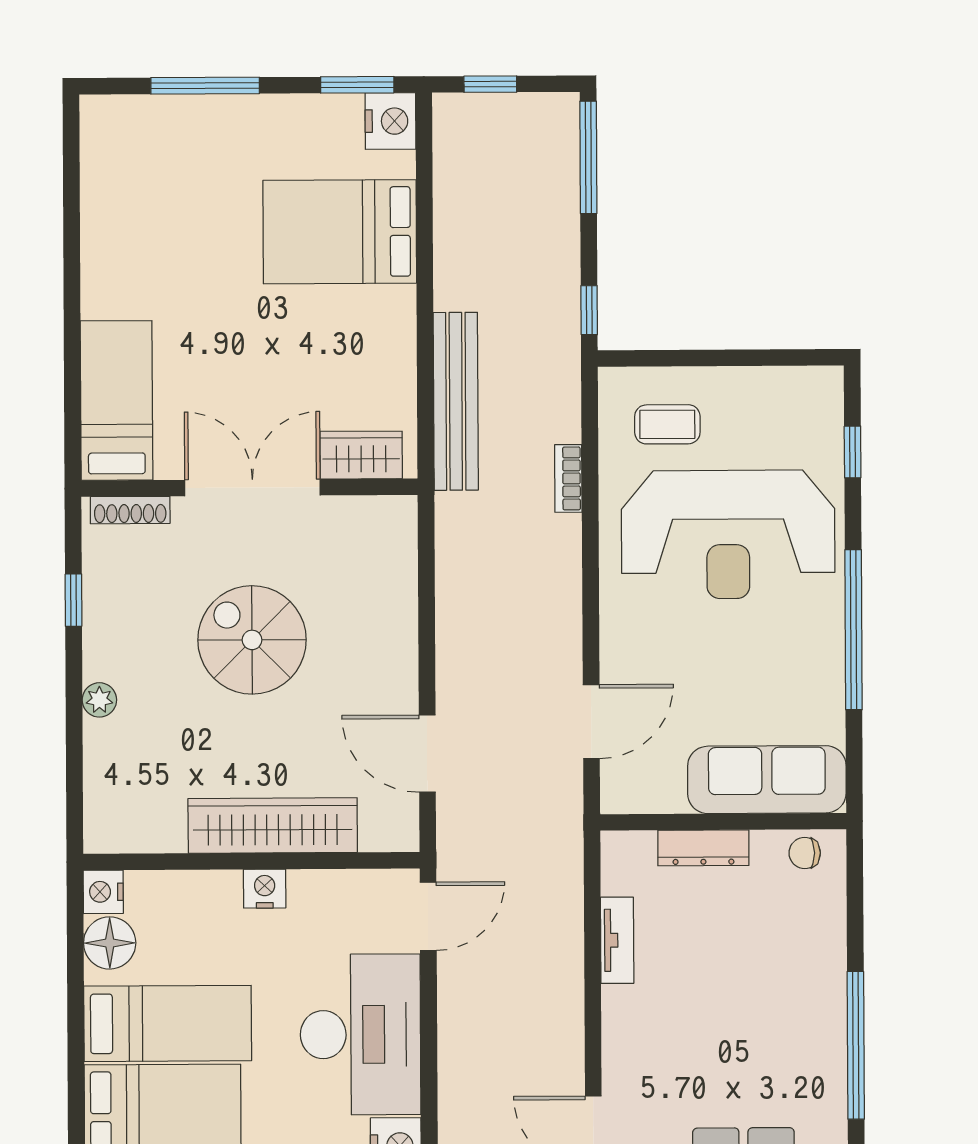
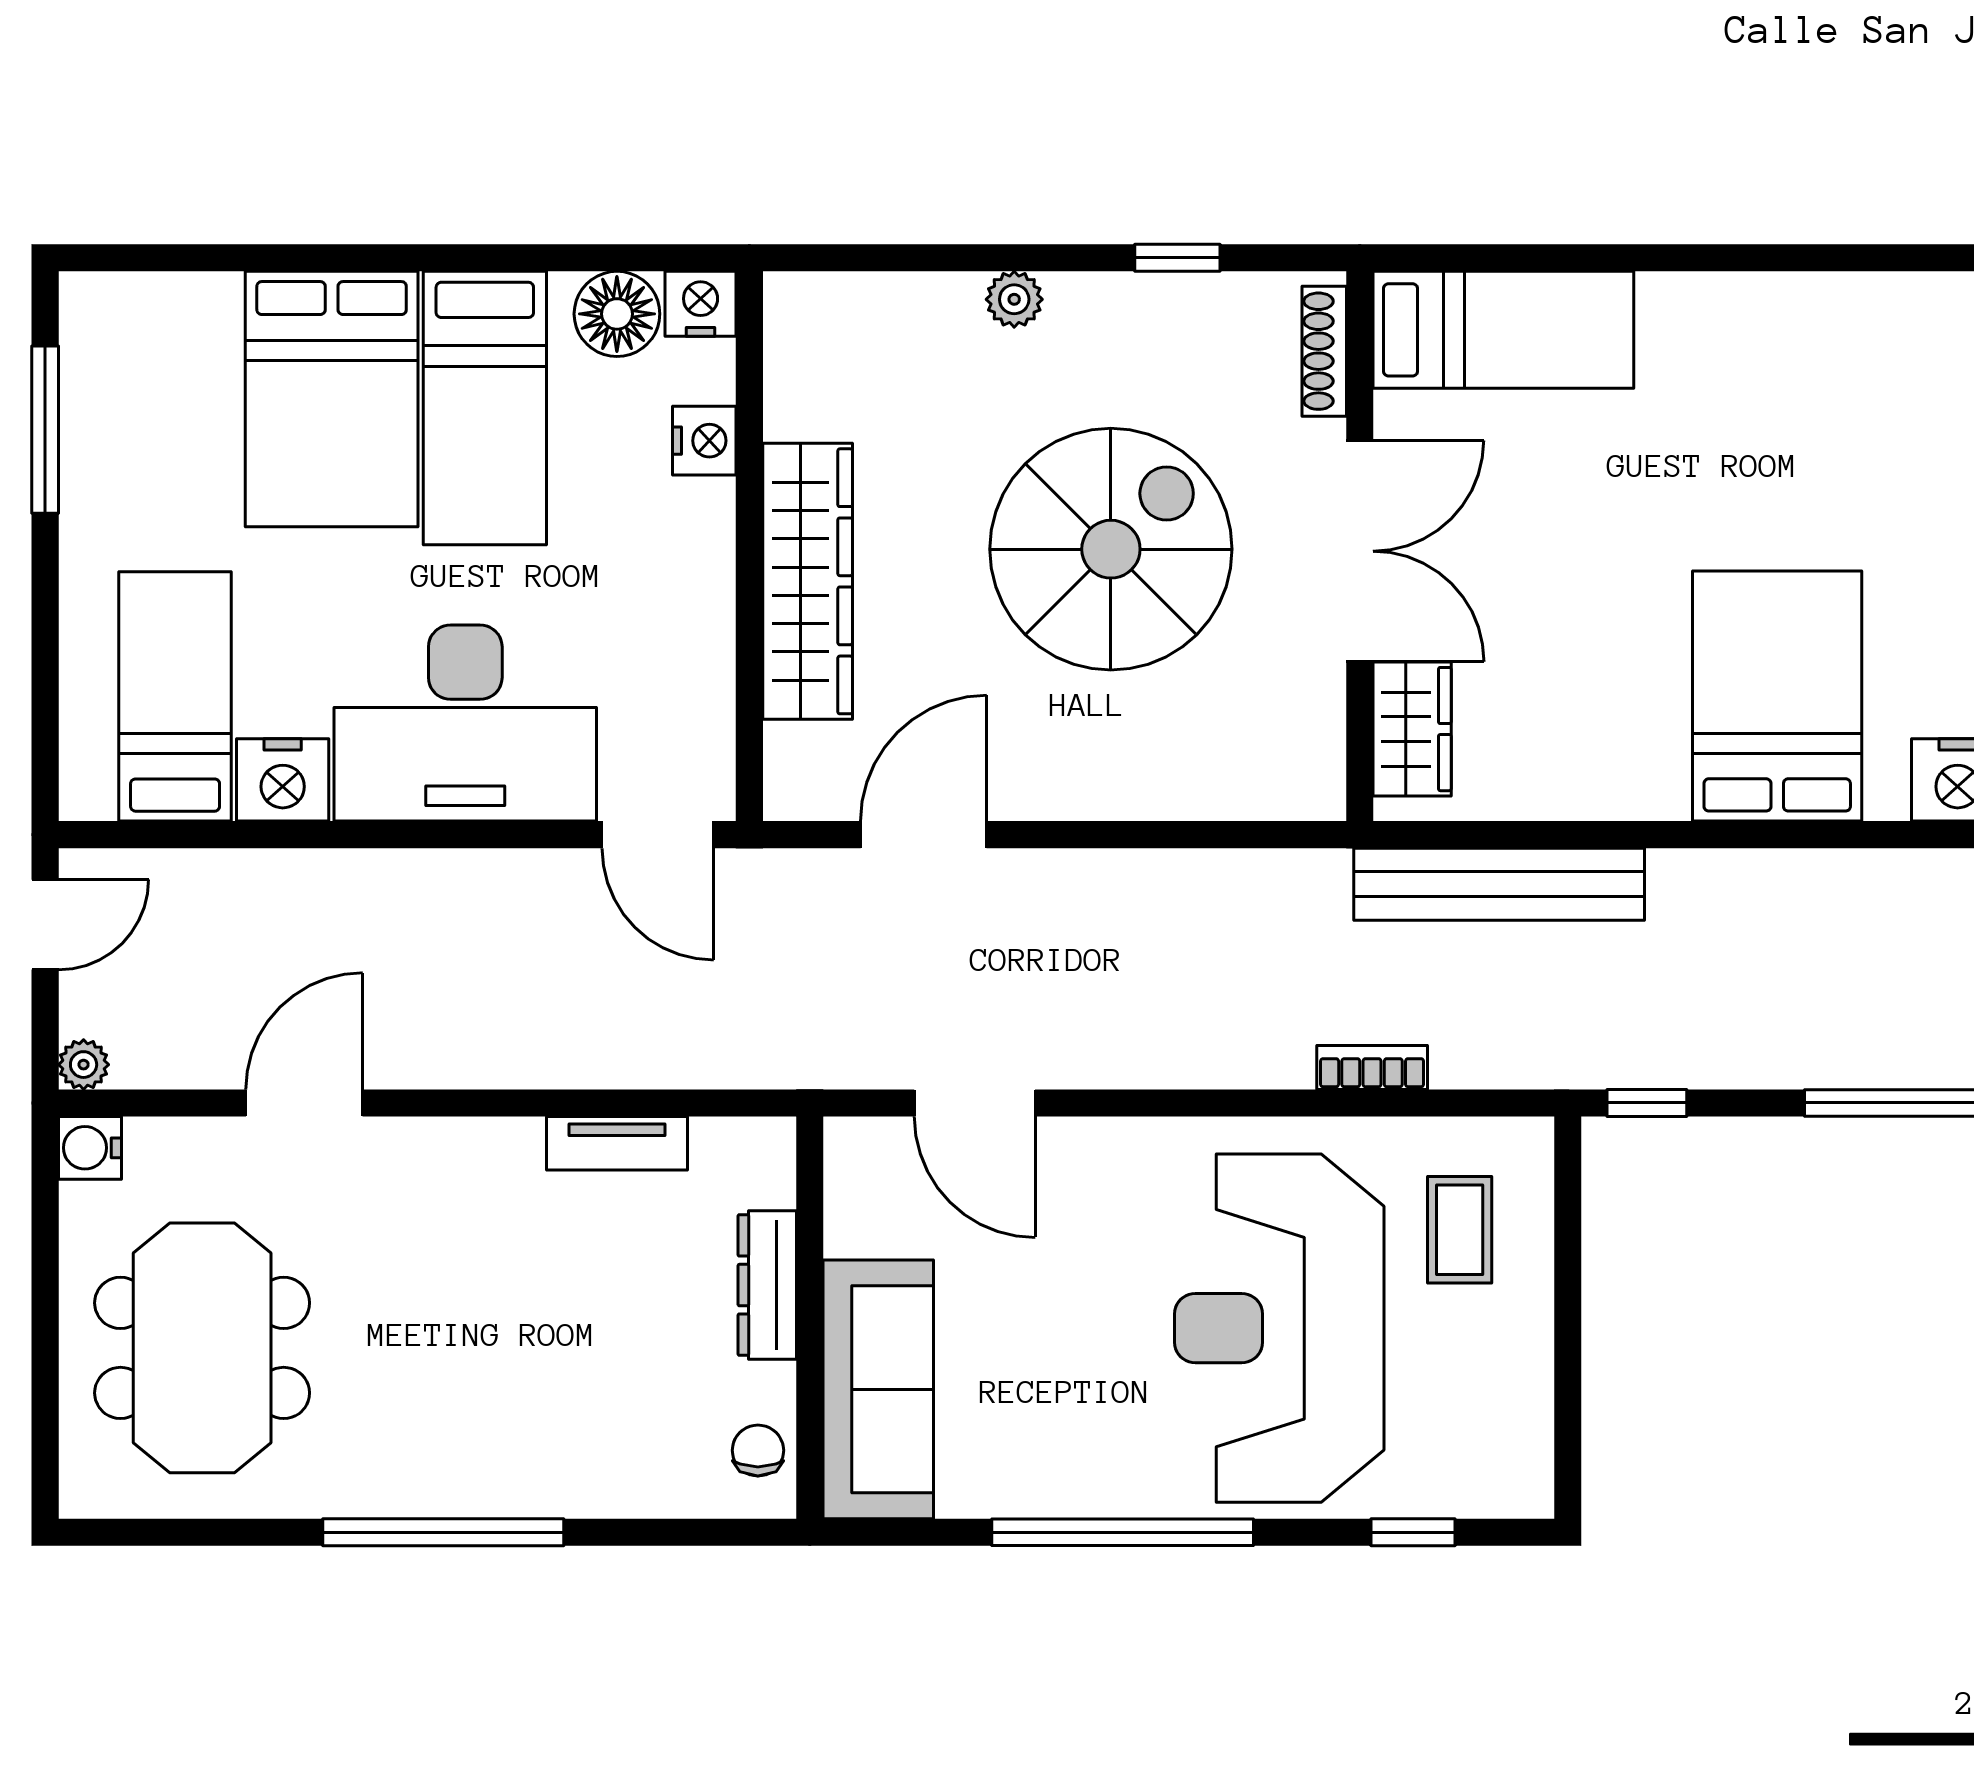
spiral stairs: (252, 640) -> (1111, 549), width x1.37, depth x1.37
nightstand: (265, 889) -> (704, 441), moved

